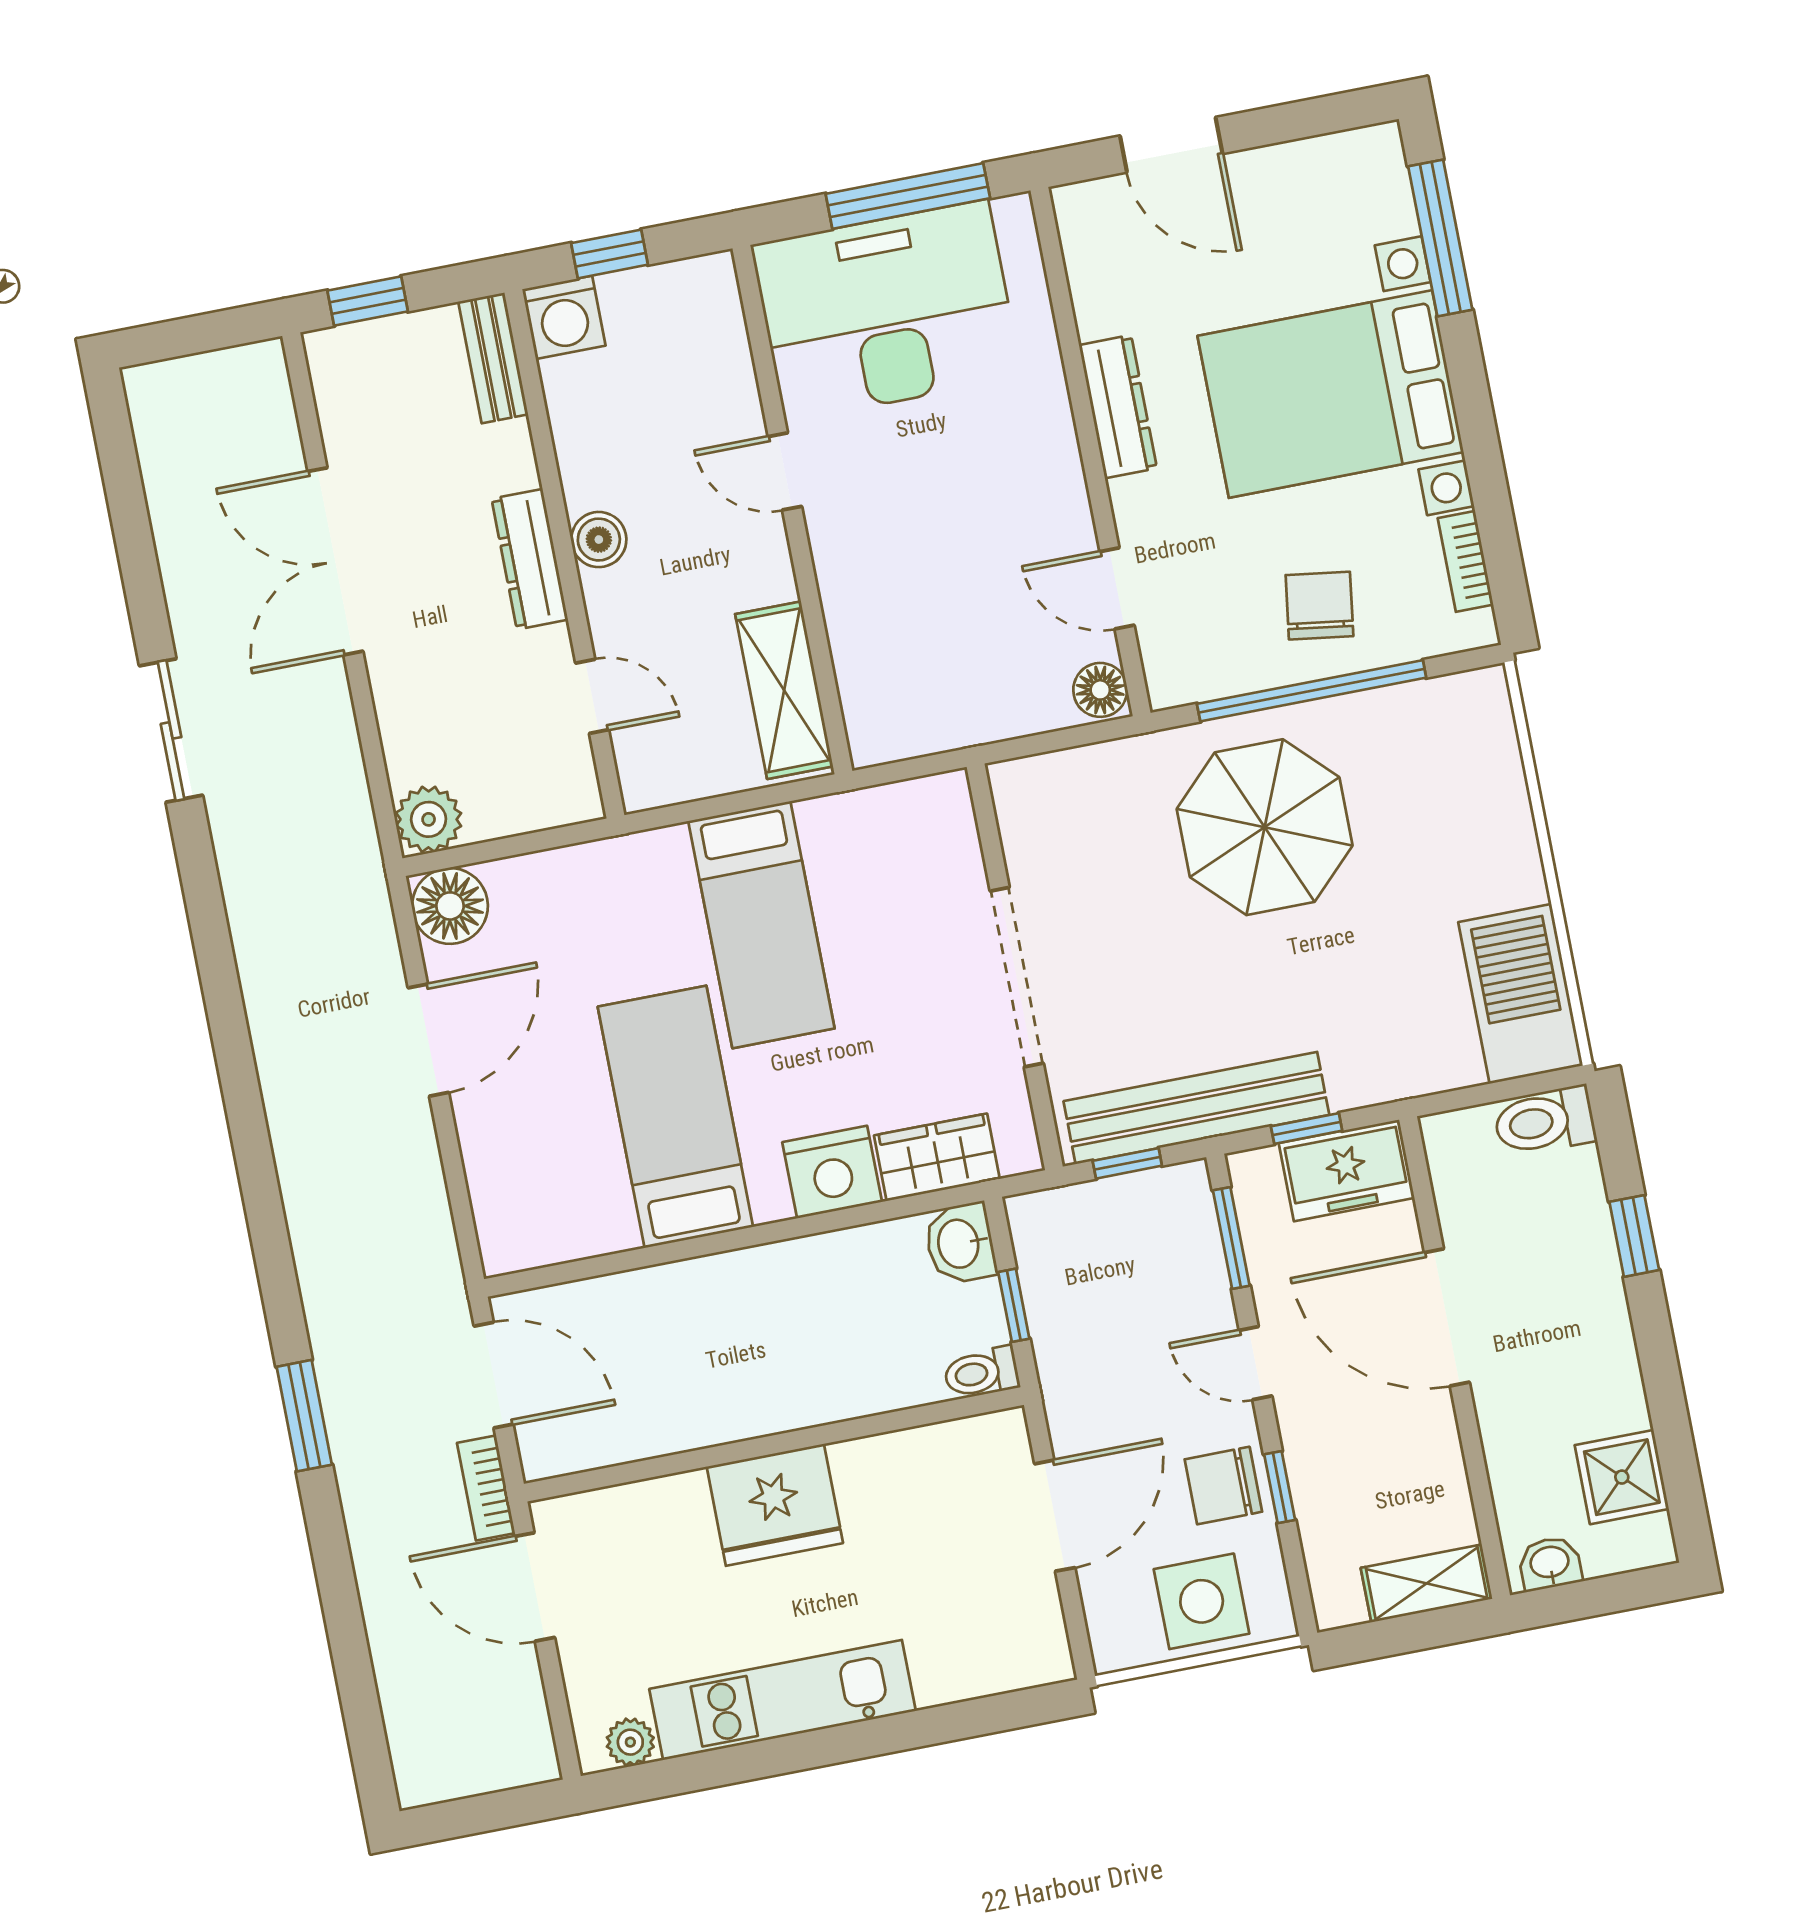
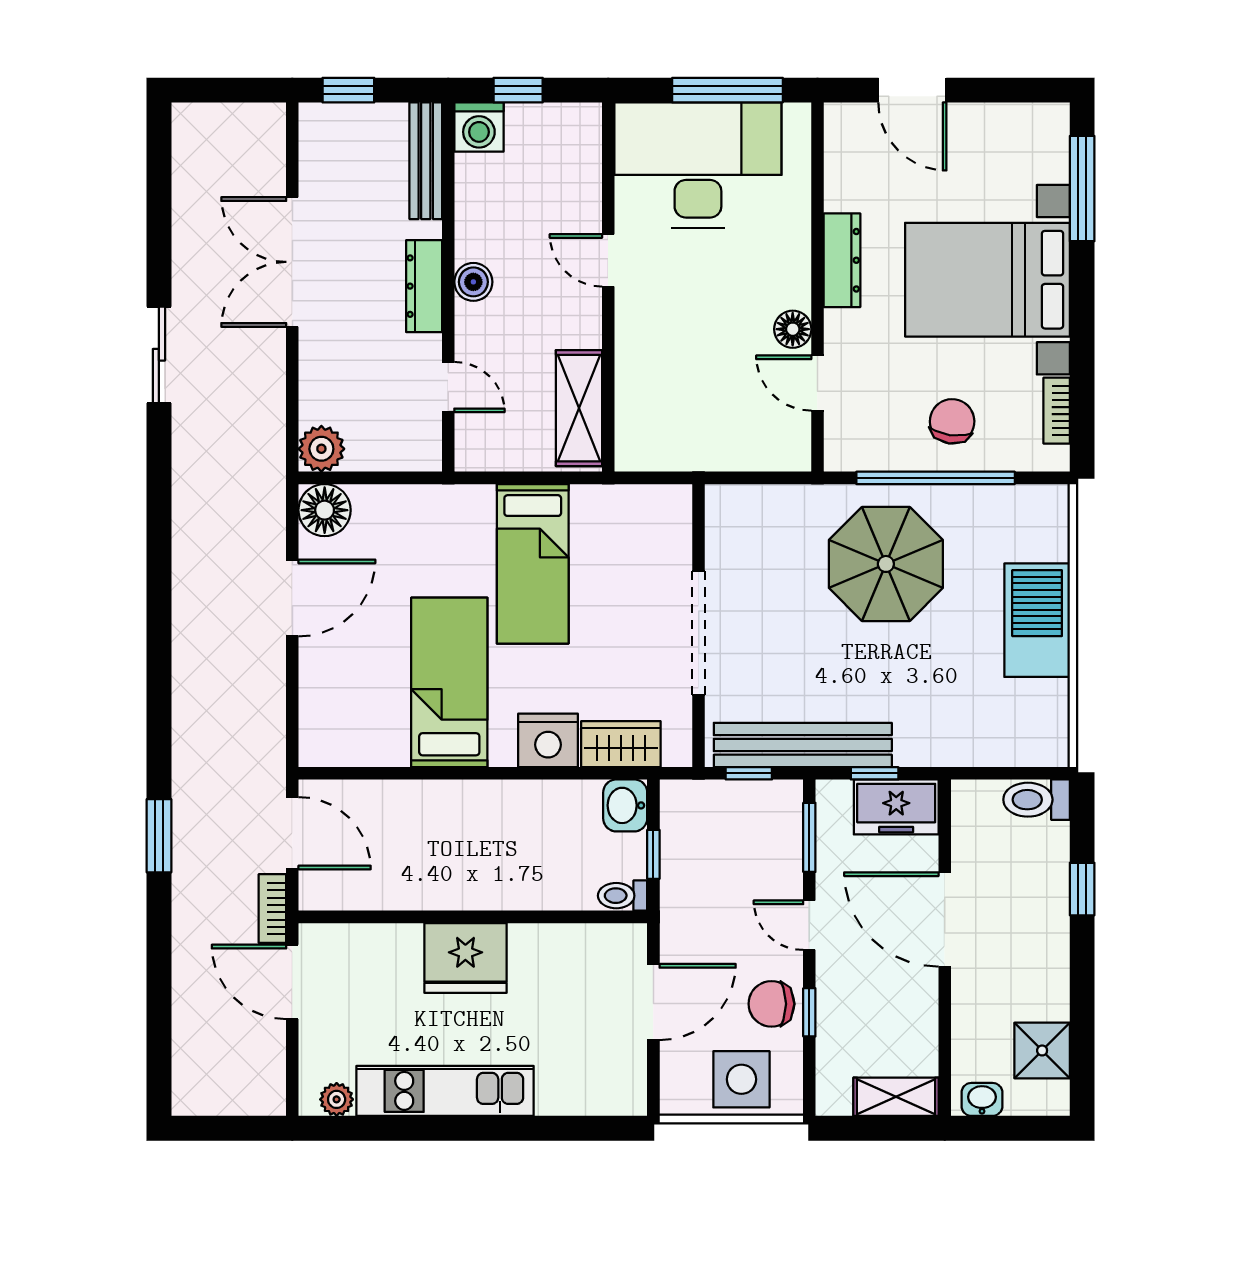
bench: (493, 358) -> (426, 161), width x1.36
floor lamp: (1100, 690) -> (793, 329), moved
barbecue: (1521, 994) -> (1037, 620), moved

